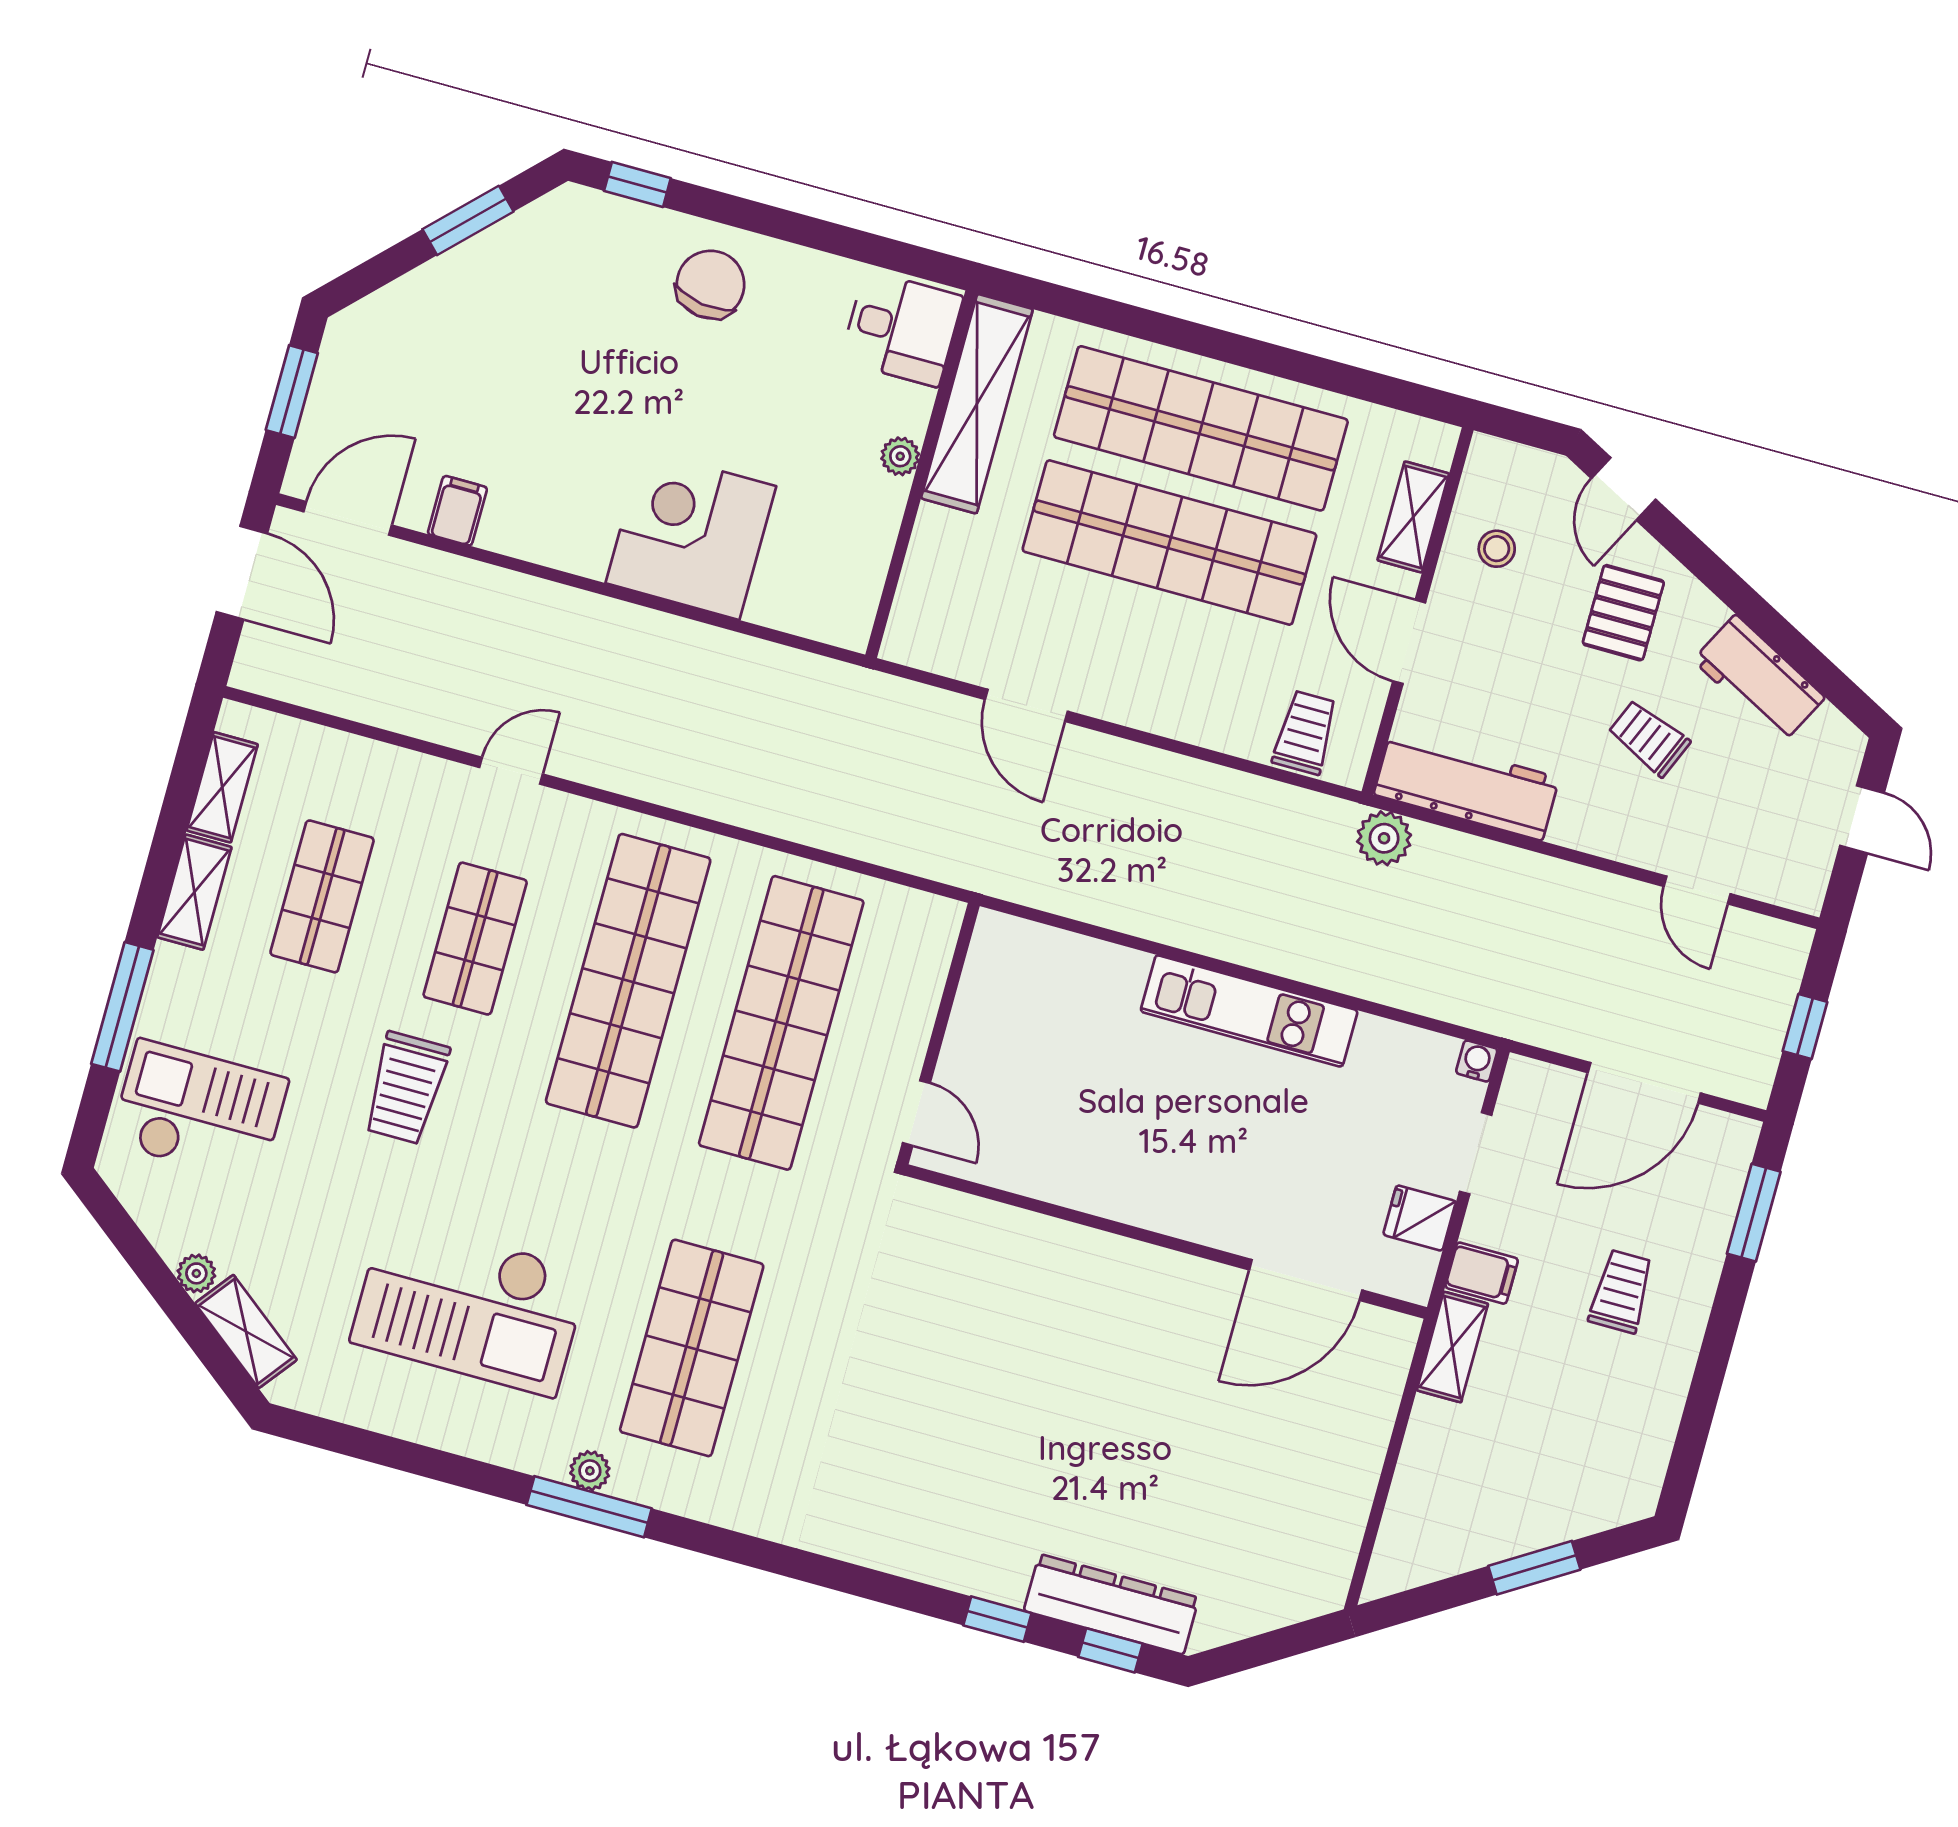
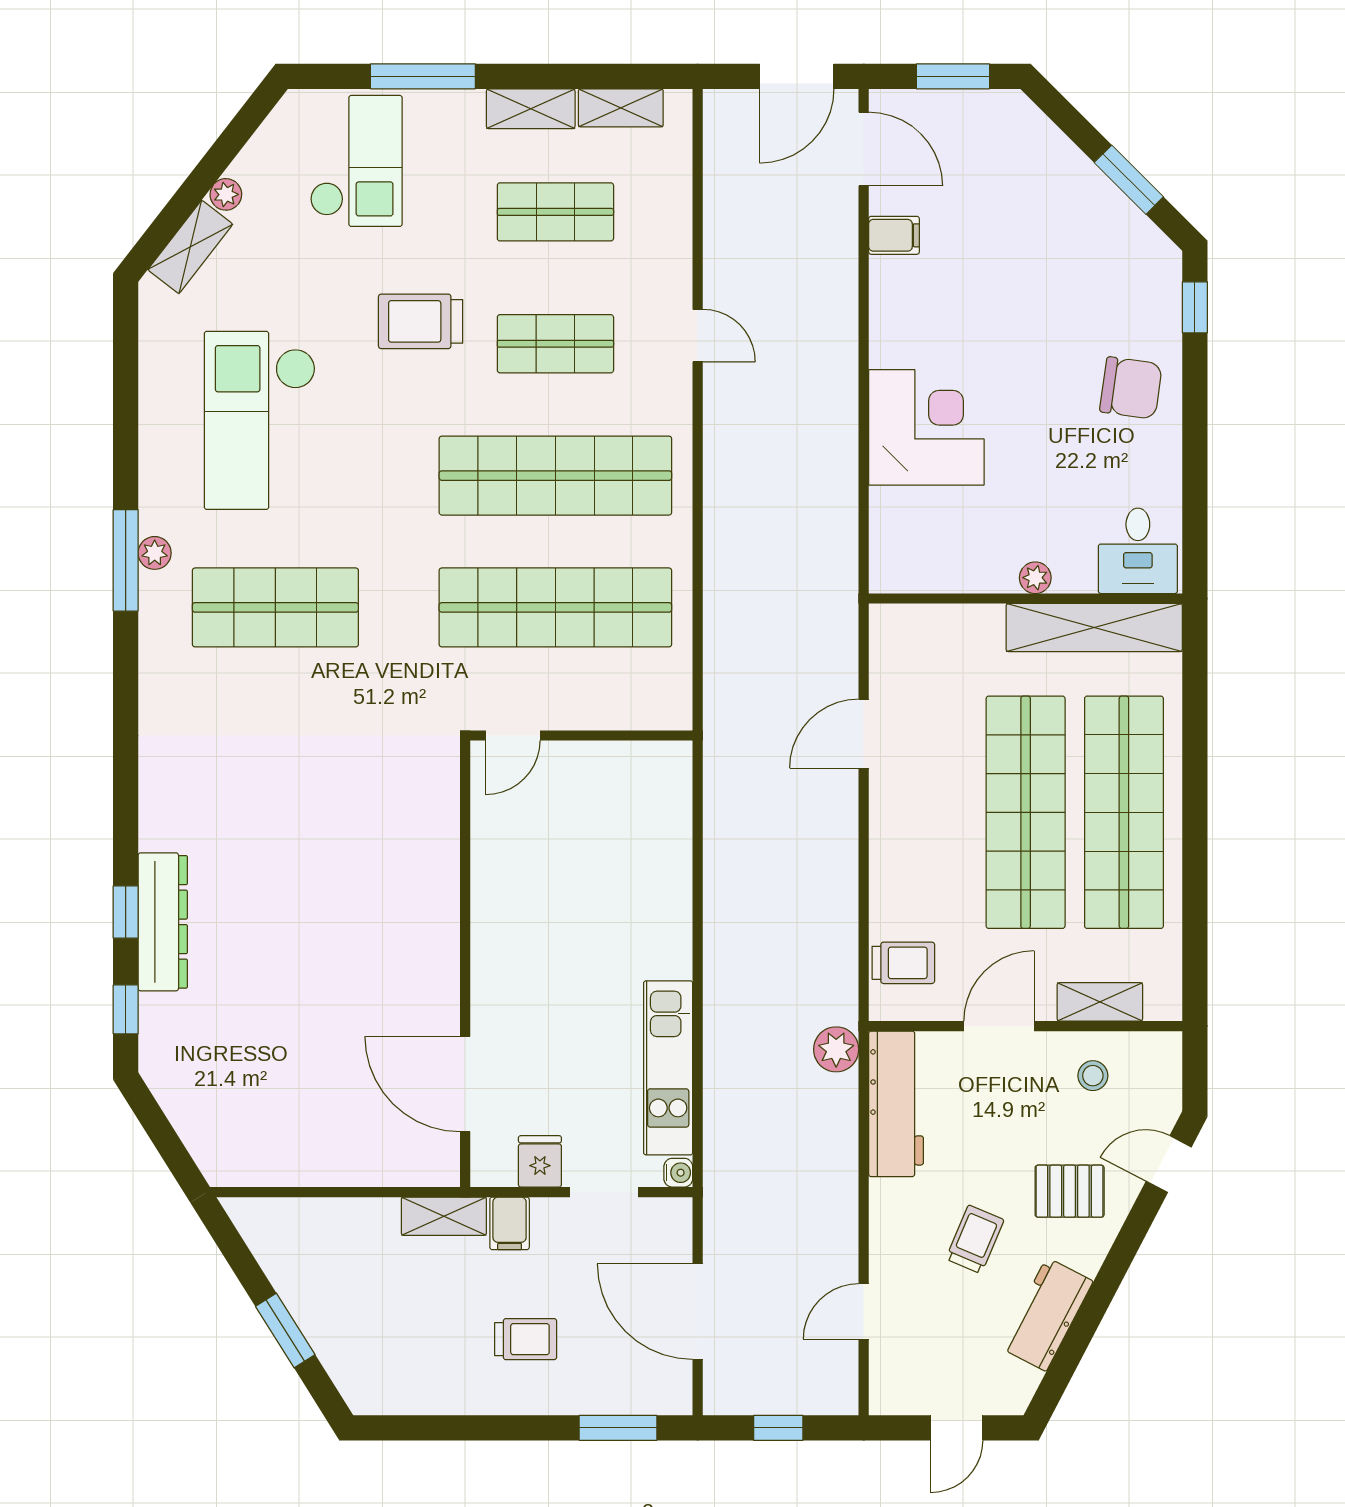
kitchen unit: (1249, 1011) -> (668, 1068), moved
dresser: (1111, 1604) -> (163, 922), moved

